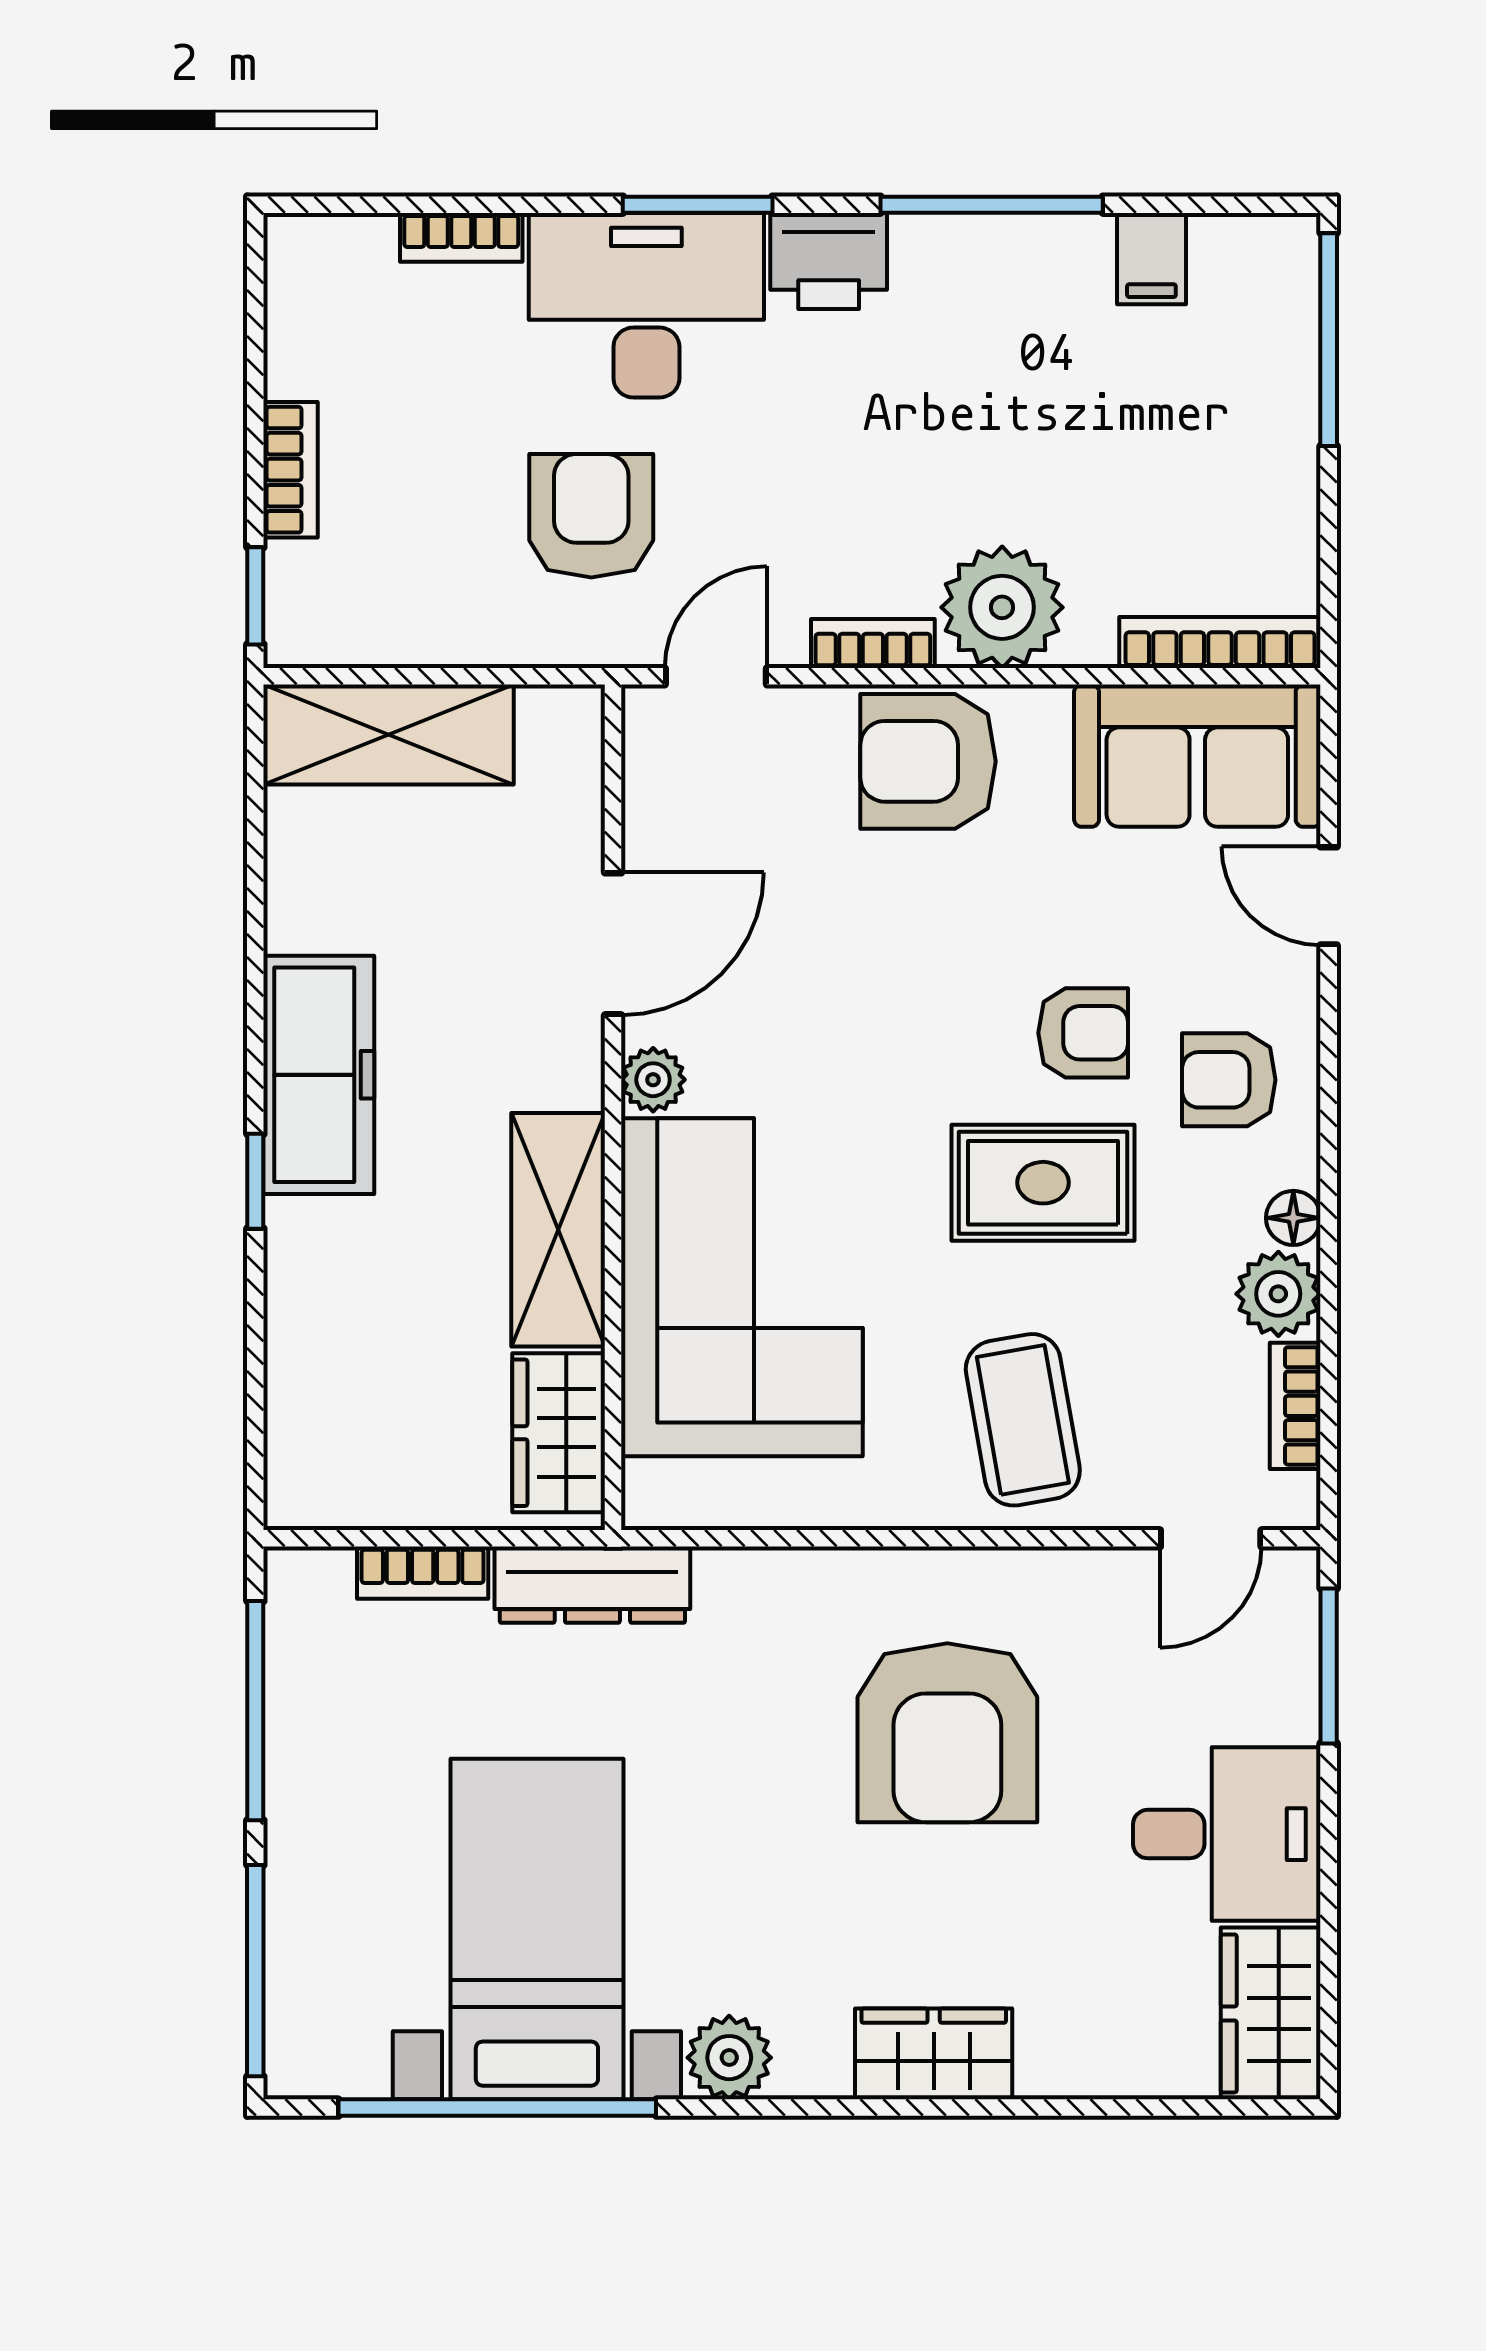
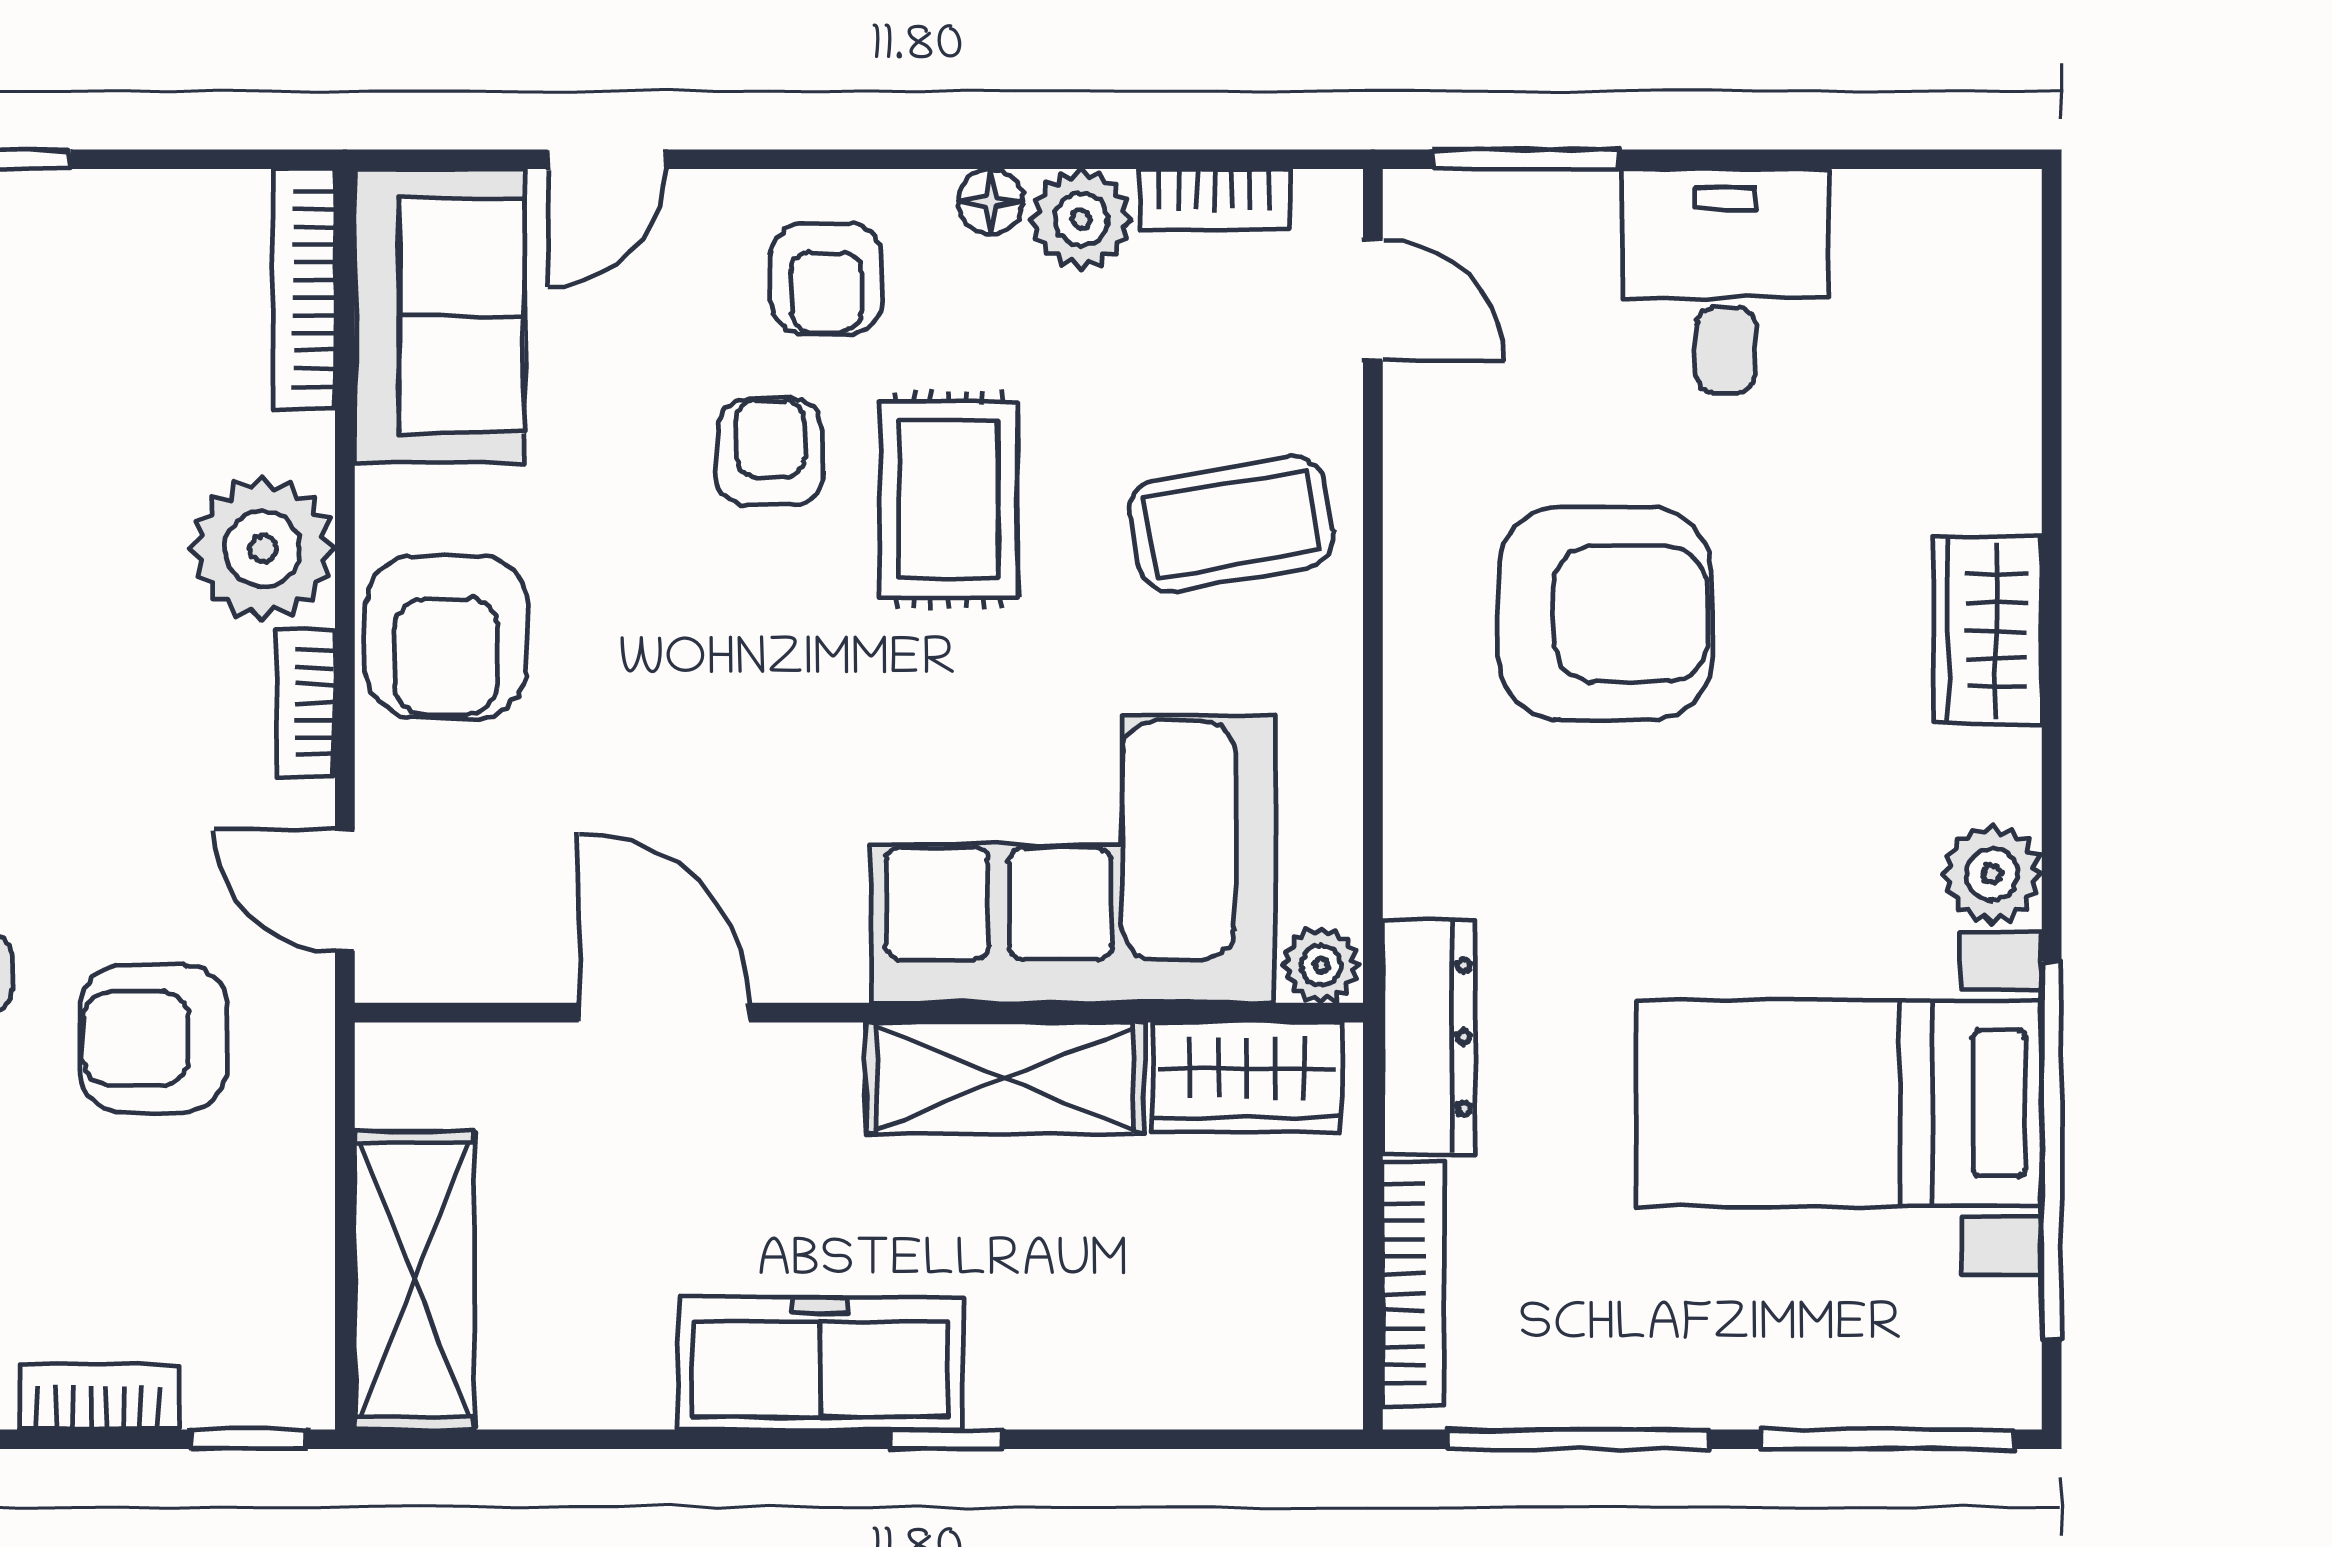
plant: (653, 1080) -> (1321, 965), moved
bookcase: (423, 1573) -> (1414, 1284), width x1.56
wardrobe: (1271, 2013) -> (1939, 228), removed

